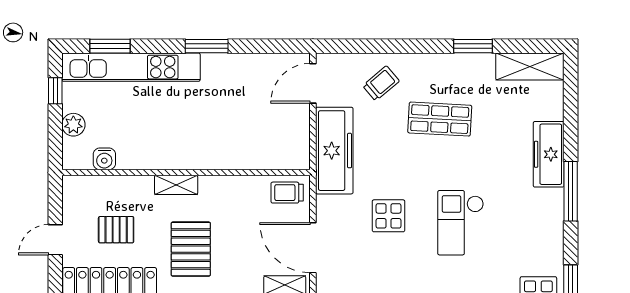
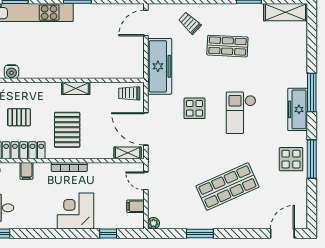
trolley: (381, 83) -> (190, 23), turned -97
freezer: (549, 154) -> (298, 109), moved
shelving: (176, 185) -> (76, 88), moved

